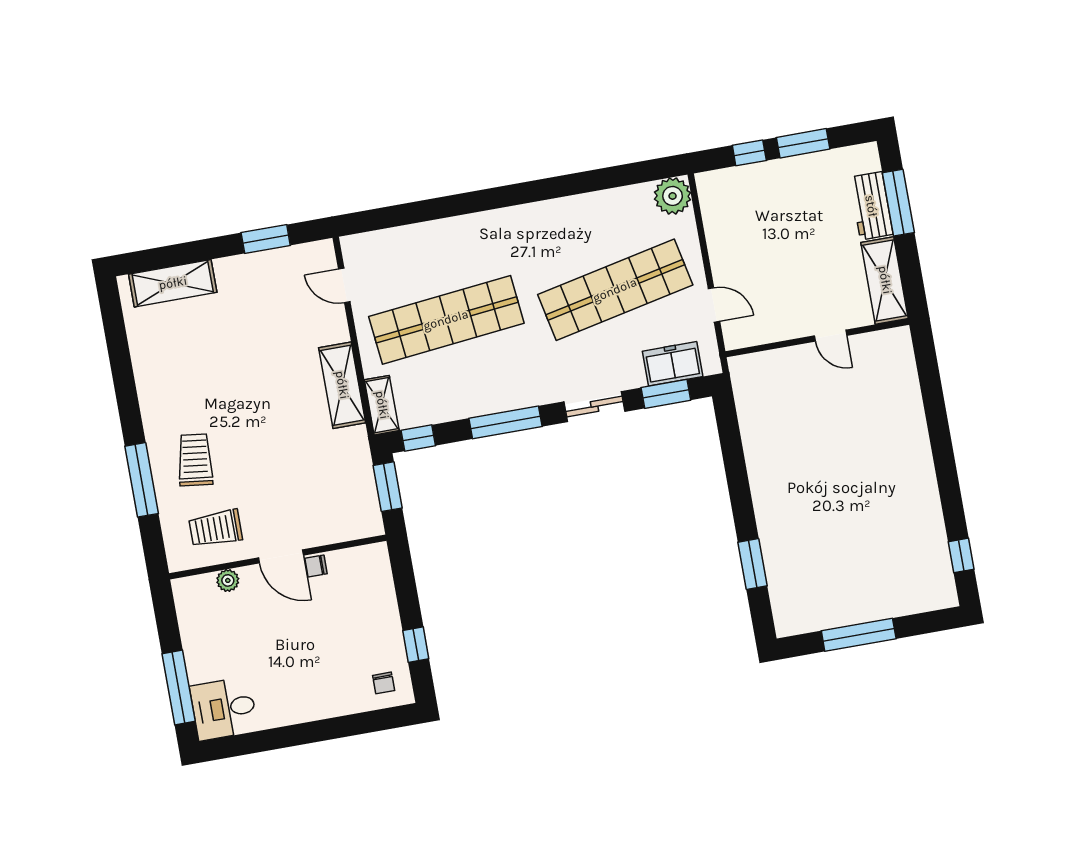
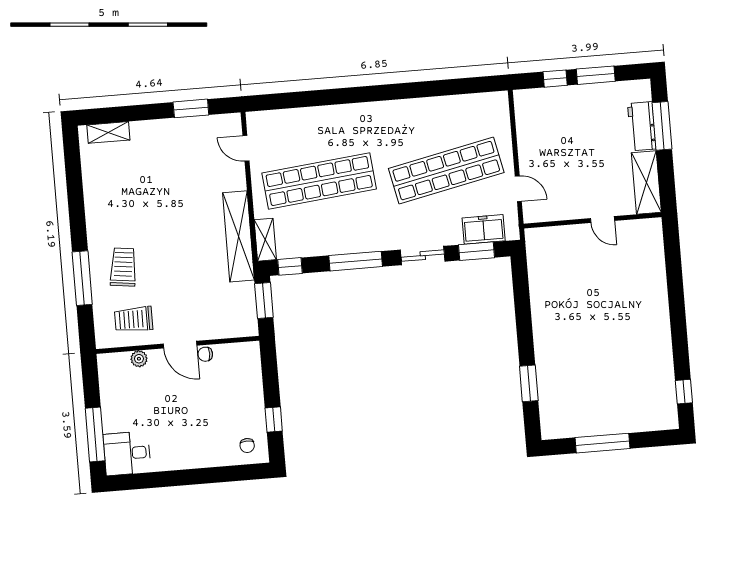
plant: (673, 196) -> (495, 105), removed
shelving: (173, 283) -> (108, 132), width x0.67, depth x0.75
shelving: (342, 385) -> (239, 236), width x1.47

